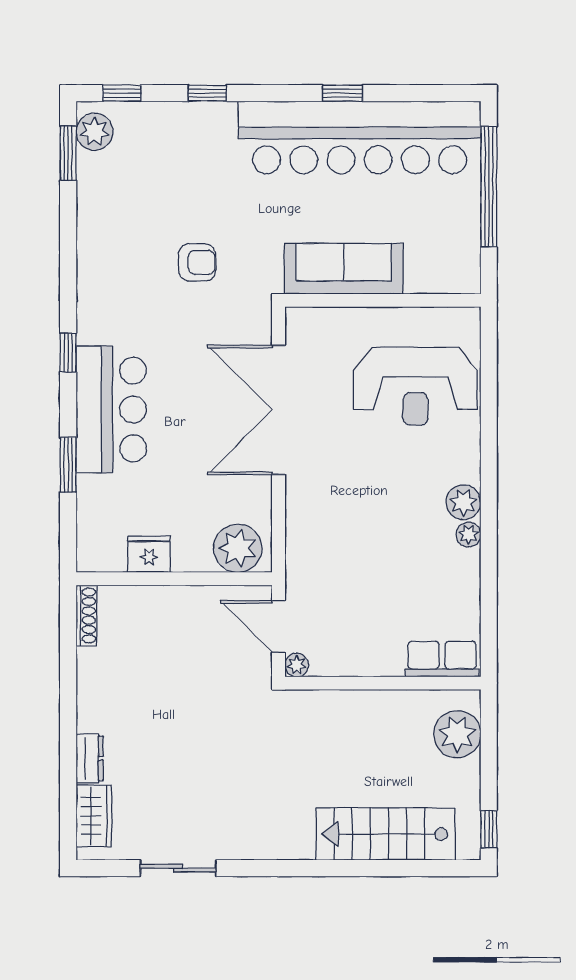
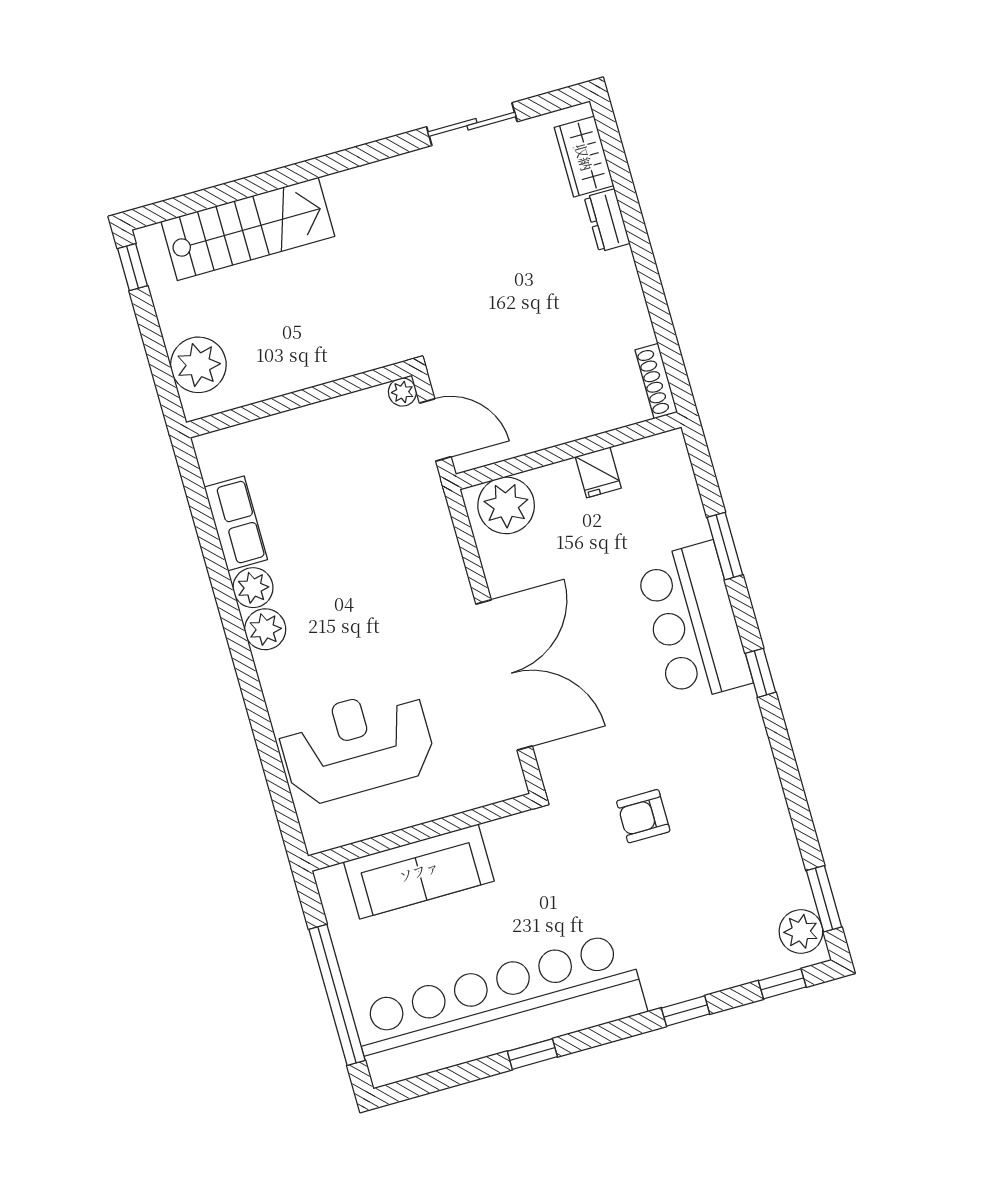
sofa: (344, 269) -> (419, 871), moved
plant: (469, 535) -> (253, 588), width x1.38, depth x1.38
fridge: (149, 554) -> (598, 472), width x0.72
row of seats: (442, 659) -> (236, 523), moved, turned -90

